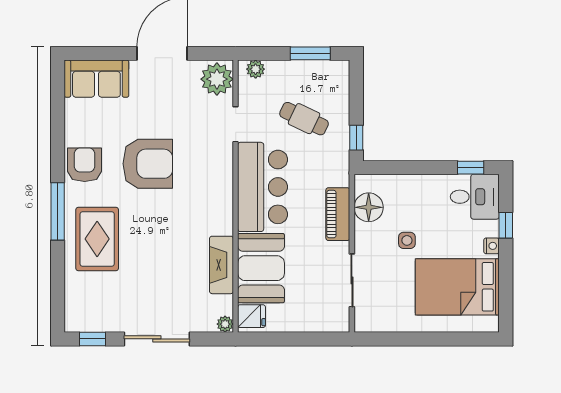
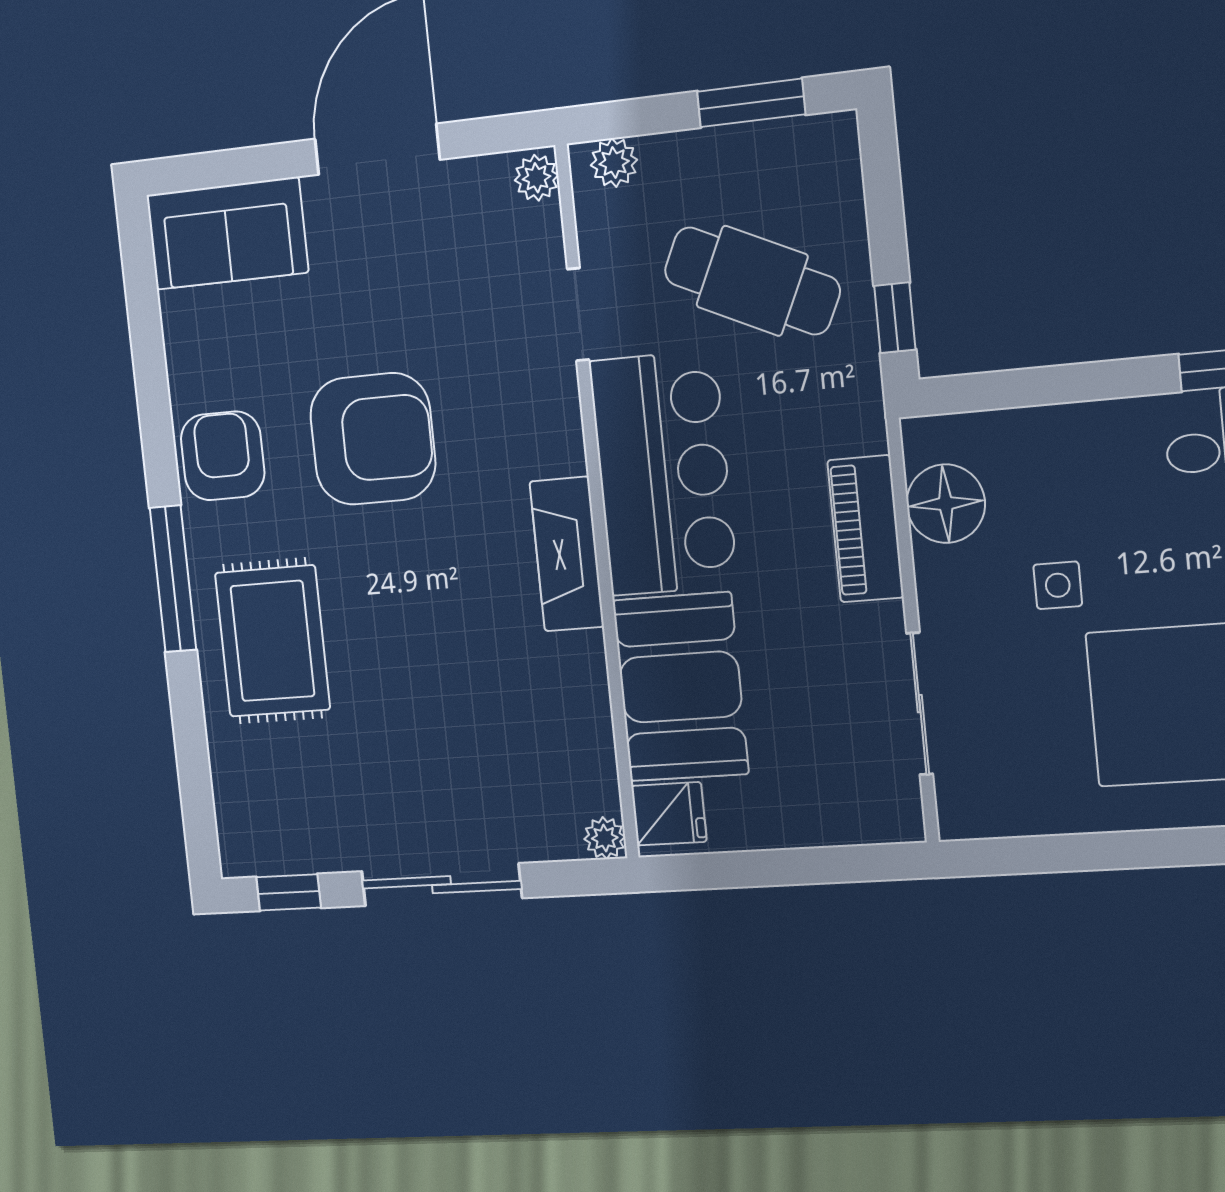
plant: (217, 79) -> (536, 178), width x0.53, depth x0.53
cafe table: (304, 119) -> (752, 281), width x1.37, depth x1.35
fireplace: (221, 265) -> (567, 554), moved

